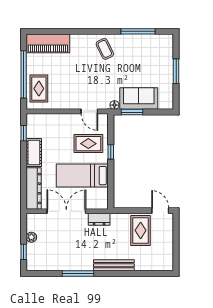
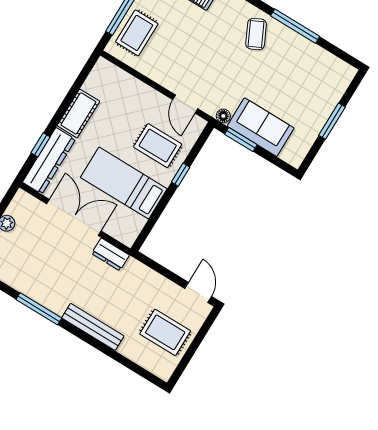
window: (138, 31) -> (295, 26), moved
window: (24, 133) -> (41, 145), moved
rug: (141, 230) -> (165, 332), moved, turned 90

